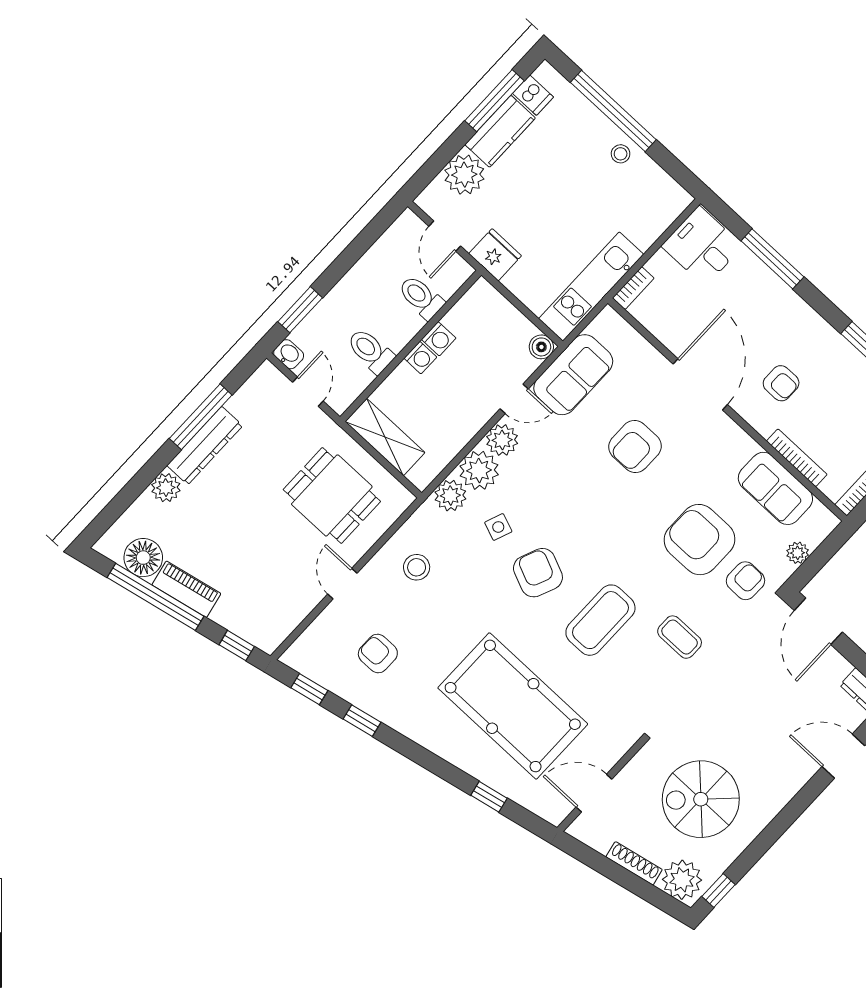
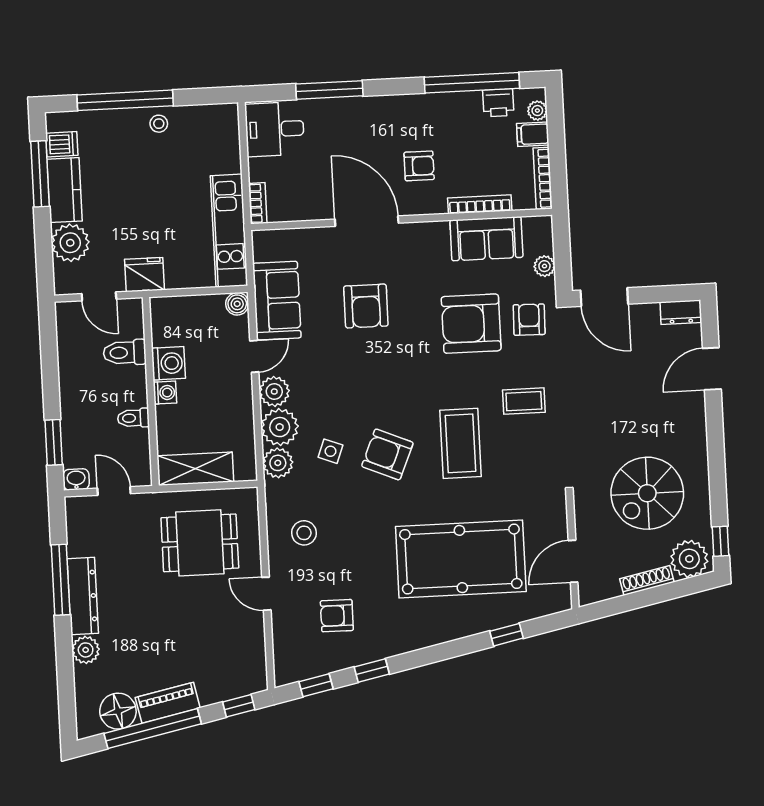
washing machine: (439, 339) -> (168, 363), width x1.38, depth x1.38
toilet: (370, 351) -> (133, 418), width x0.73, depth x0.72

